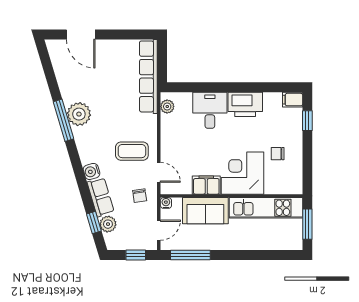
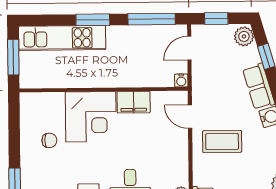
chair: (140, 196) -> (212, 89), removed
kitchen unit: (266, 208) -> (62, 38), moved, turned 180
sofa: (205, 211) -> (134, 72), removed
plant: (108, 224) -> (244, 36), moved
window: (240, 255) -> (93, 20), added

